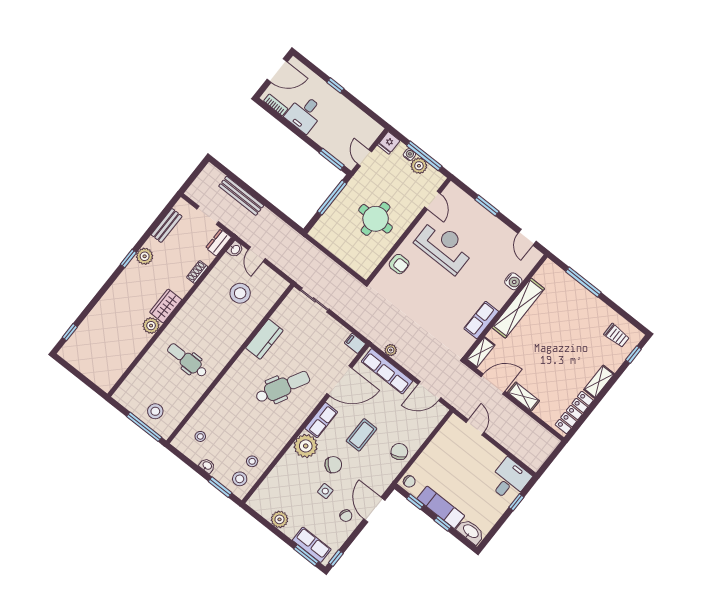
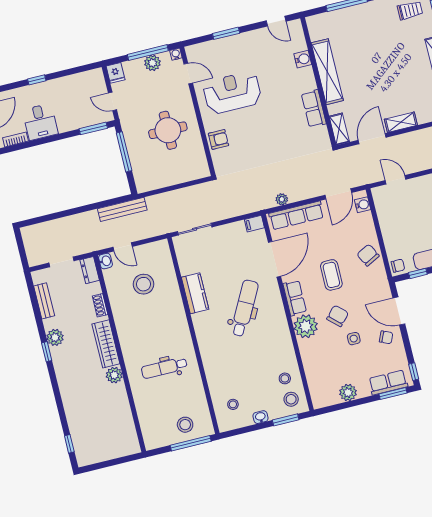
water cooler: (409, 155) -> (176, 54), moved
bench: (241, 196) -> (122, 209), moved
wardrobe: (166, 306) -> (106, 344), width x1.50
water cooler: (436, 417) -> (363, 205), added

